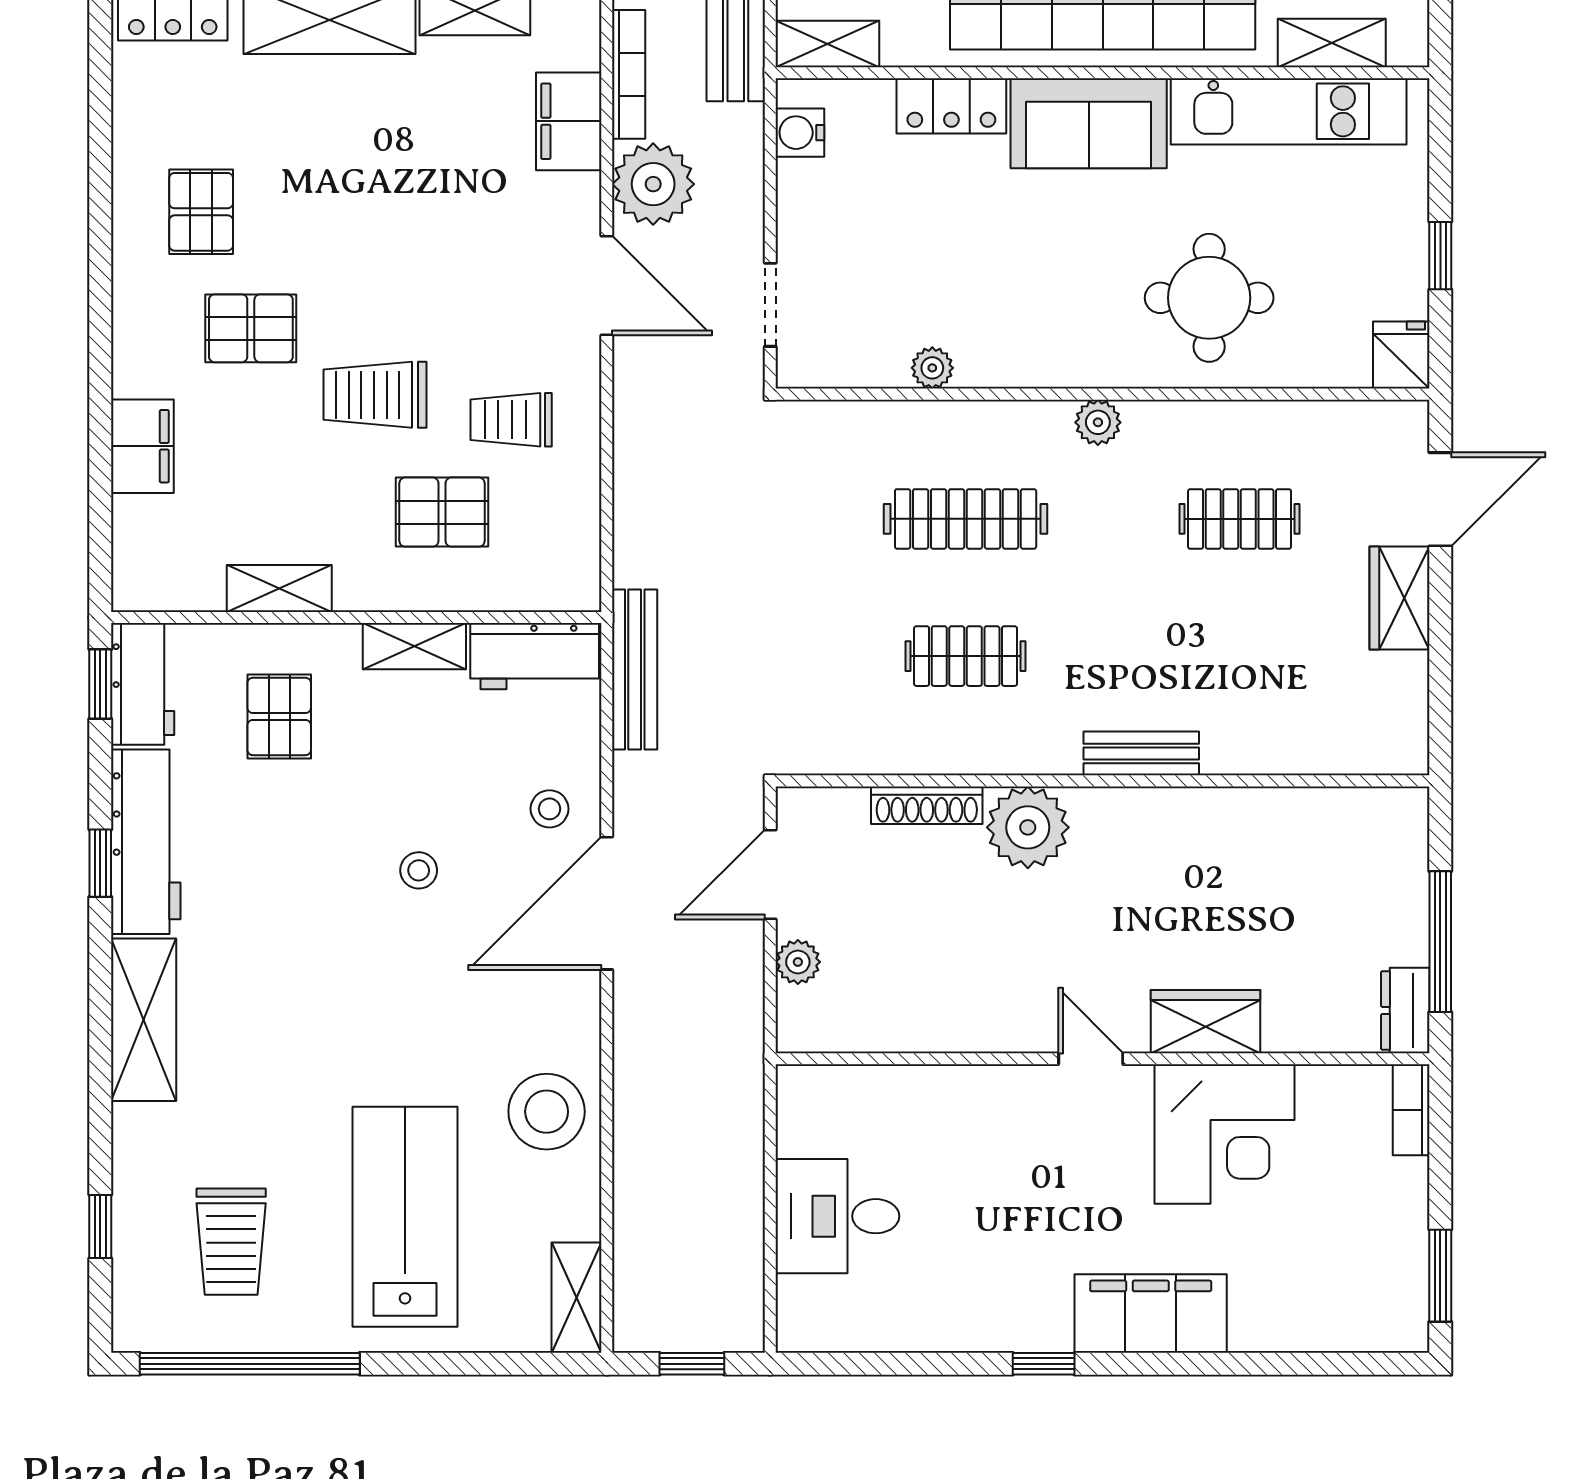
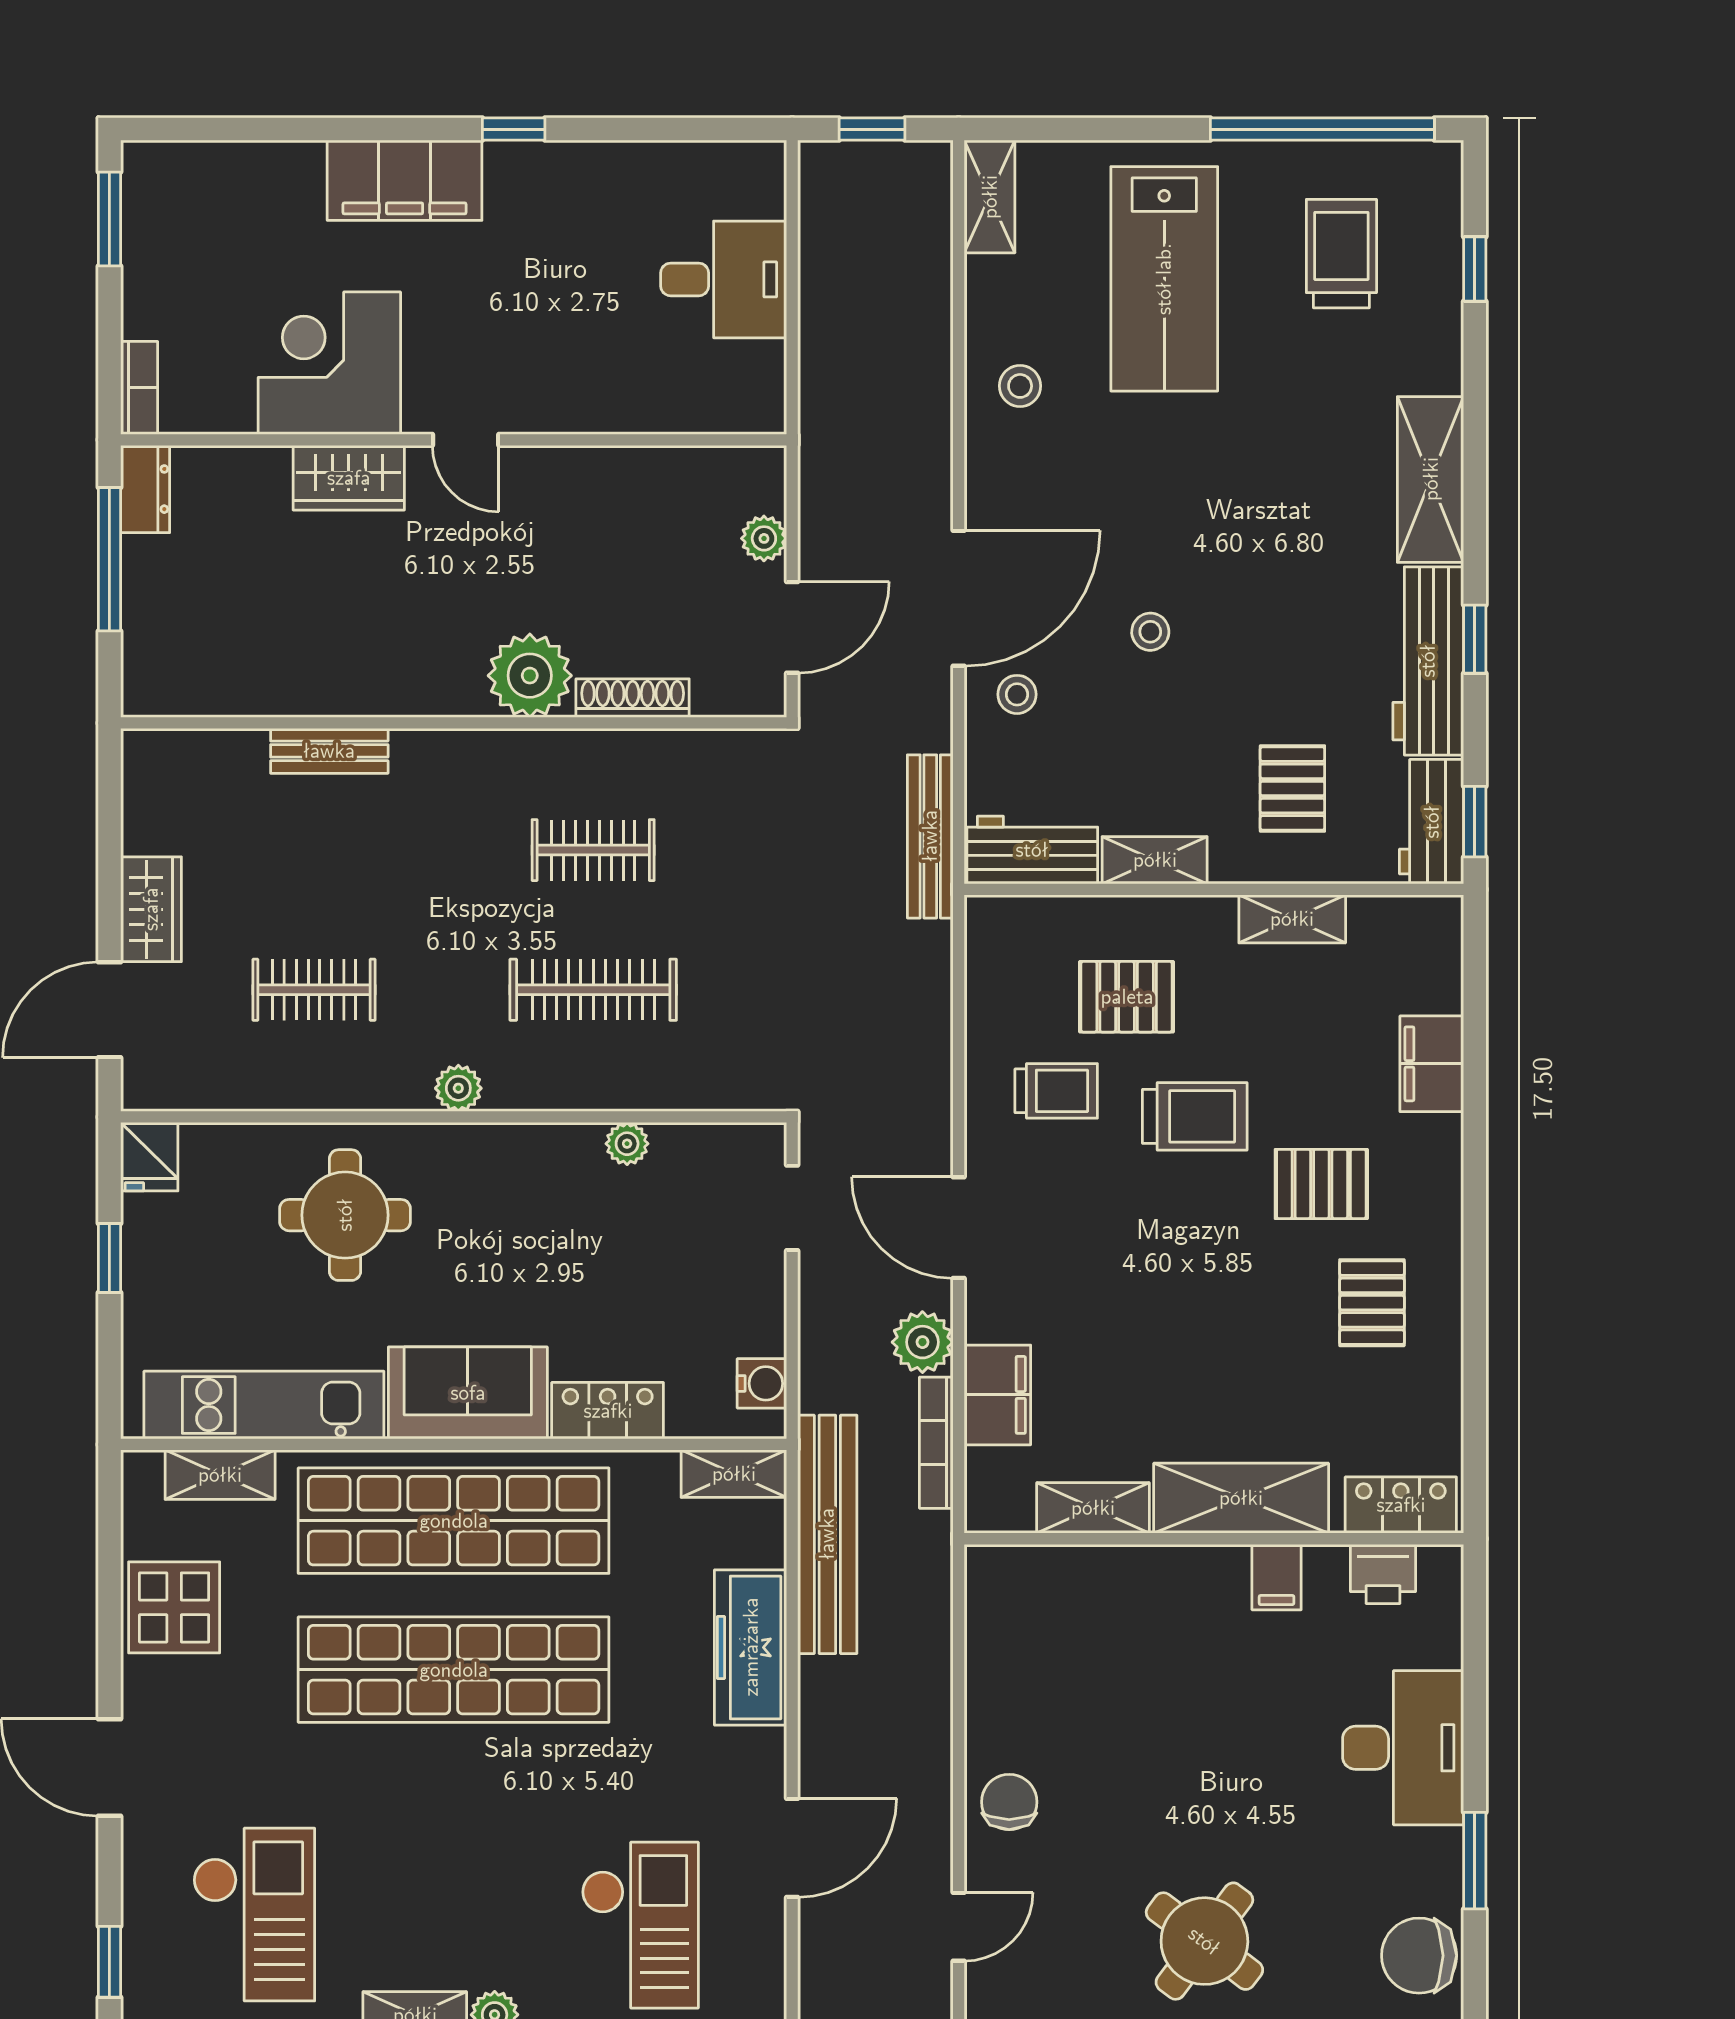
plant: (653, 184) -> (922, 1342), width x0.73, depth x0.73
bench: (1141, 753) -> (329, 751), moved
stool: (547, 1112) -> (1020, 386), width x0.53, depth x0.53

